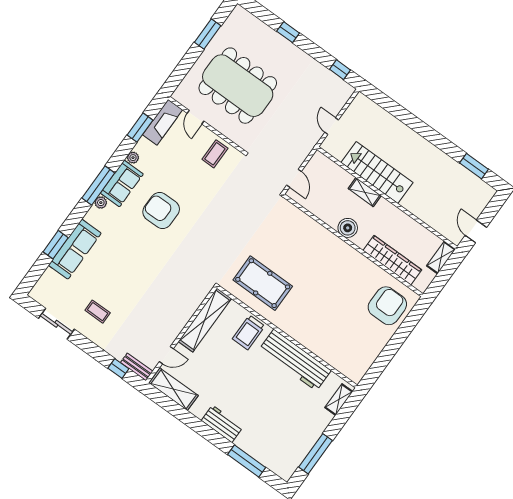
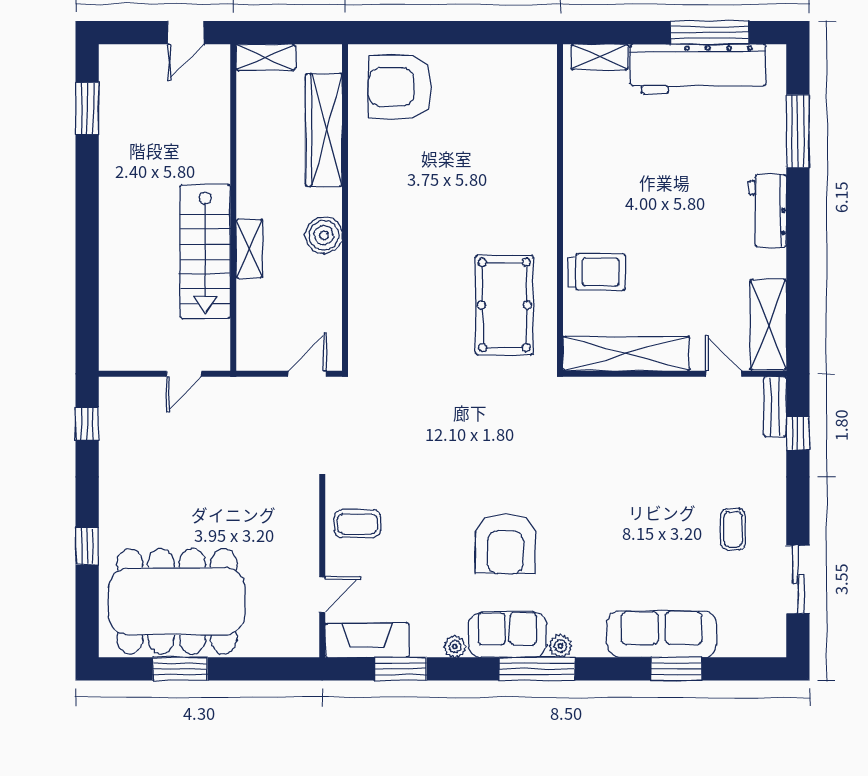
dining table: (238, 86) -> (177, 601), moved, turned 90
workbench: (295, 360) -> (698, 69), moved, turned 90

